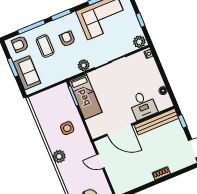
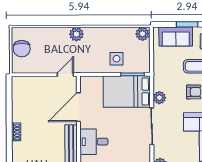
bed: (85, 97) -> (127, 92), width x1.50
plant: (36, 101) -> (142, 34), added
side table: (67, 128) -> (116, 59), moved
door: (100, 161) -> (65, 75), moved

